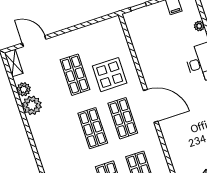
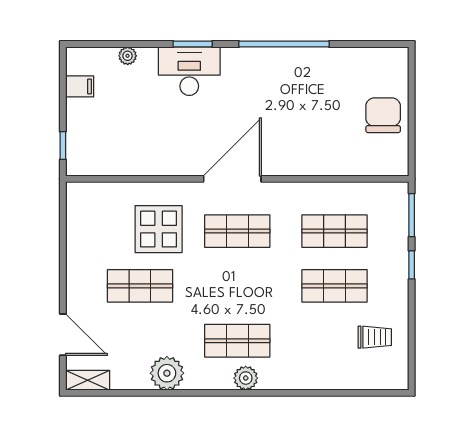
door: (34, 41) -> (63, 335), swing flipped
plant: (24, 89) -> (246, 378), moved
shop shelf: (93, 128) -> (237, 341), moved

